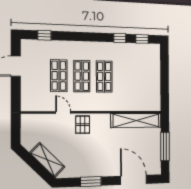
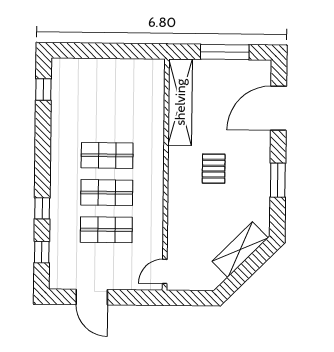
window: (120, 38) -> (42, 208), moved
door: (63, 112) -> (165, 271), moved
pallet: (83, 125) -> (214, 169), moved, turned 90

